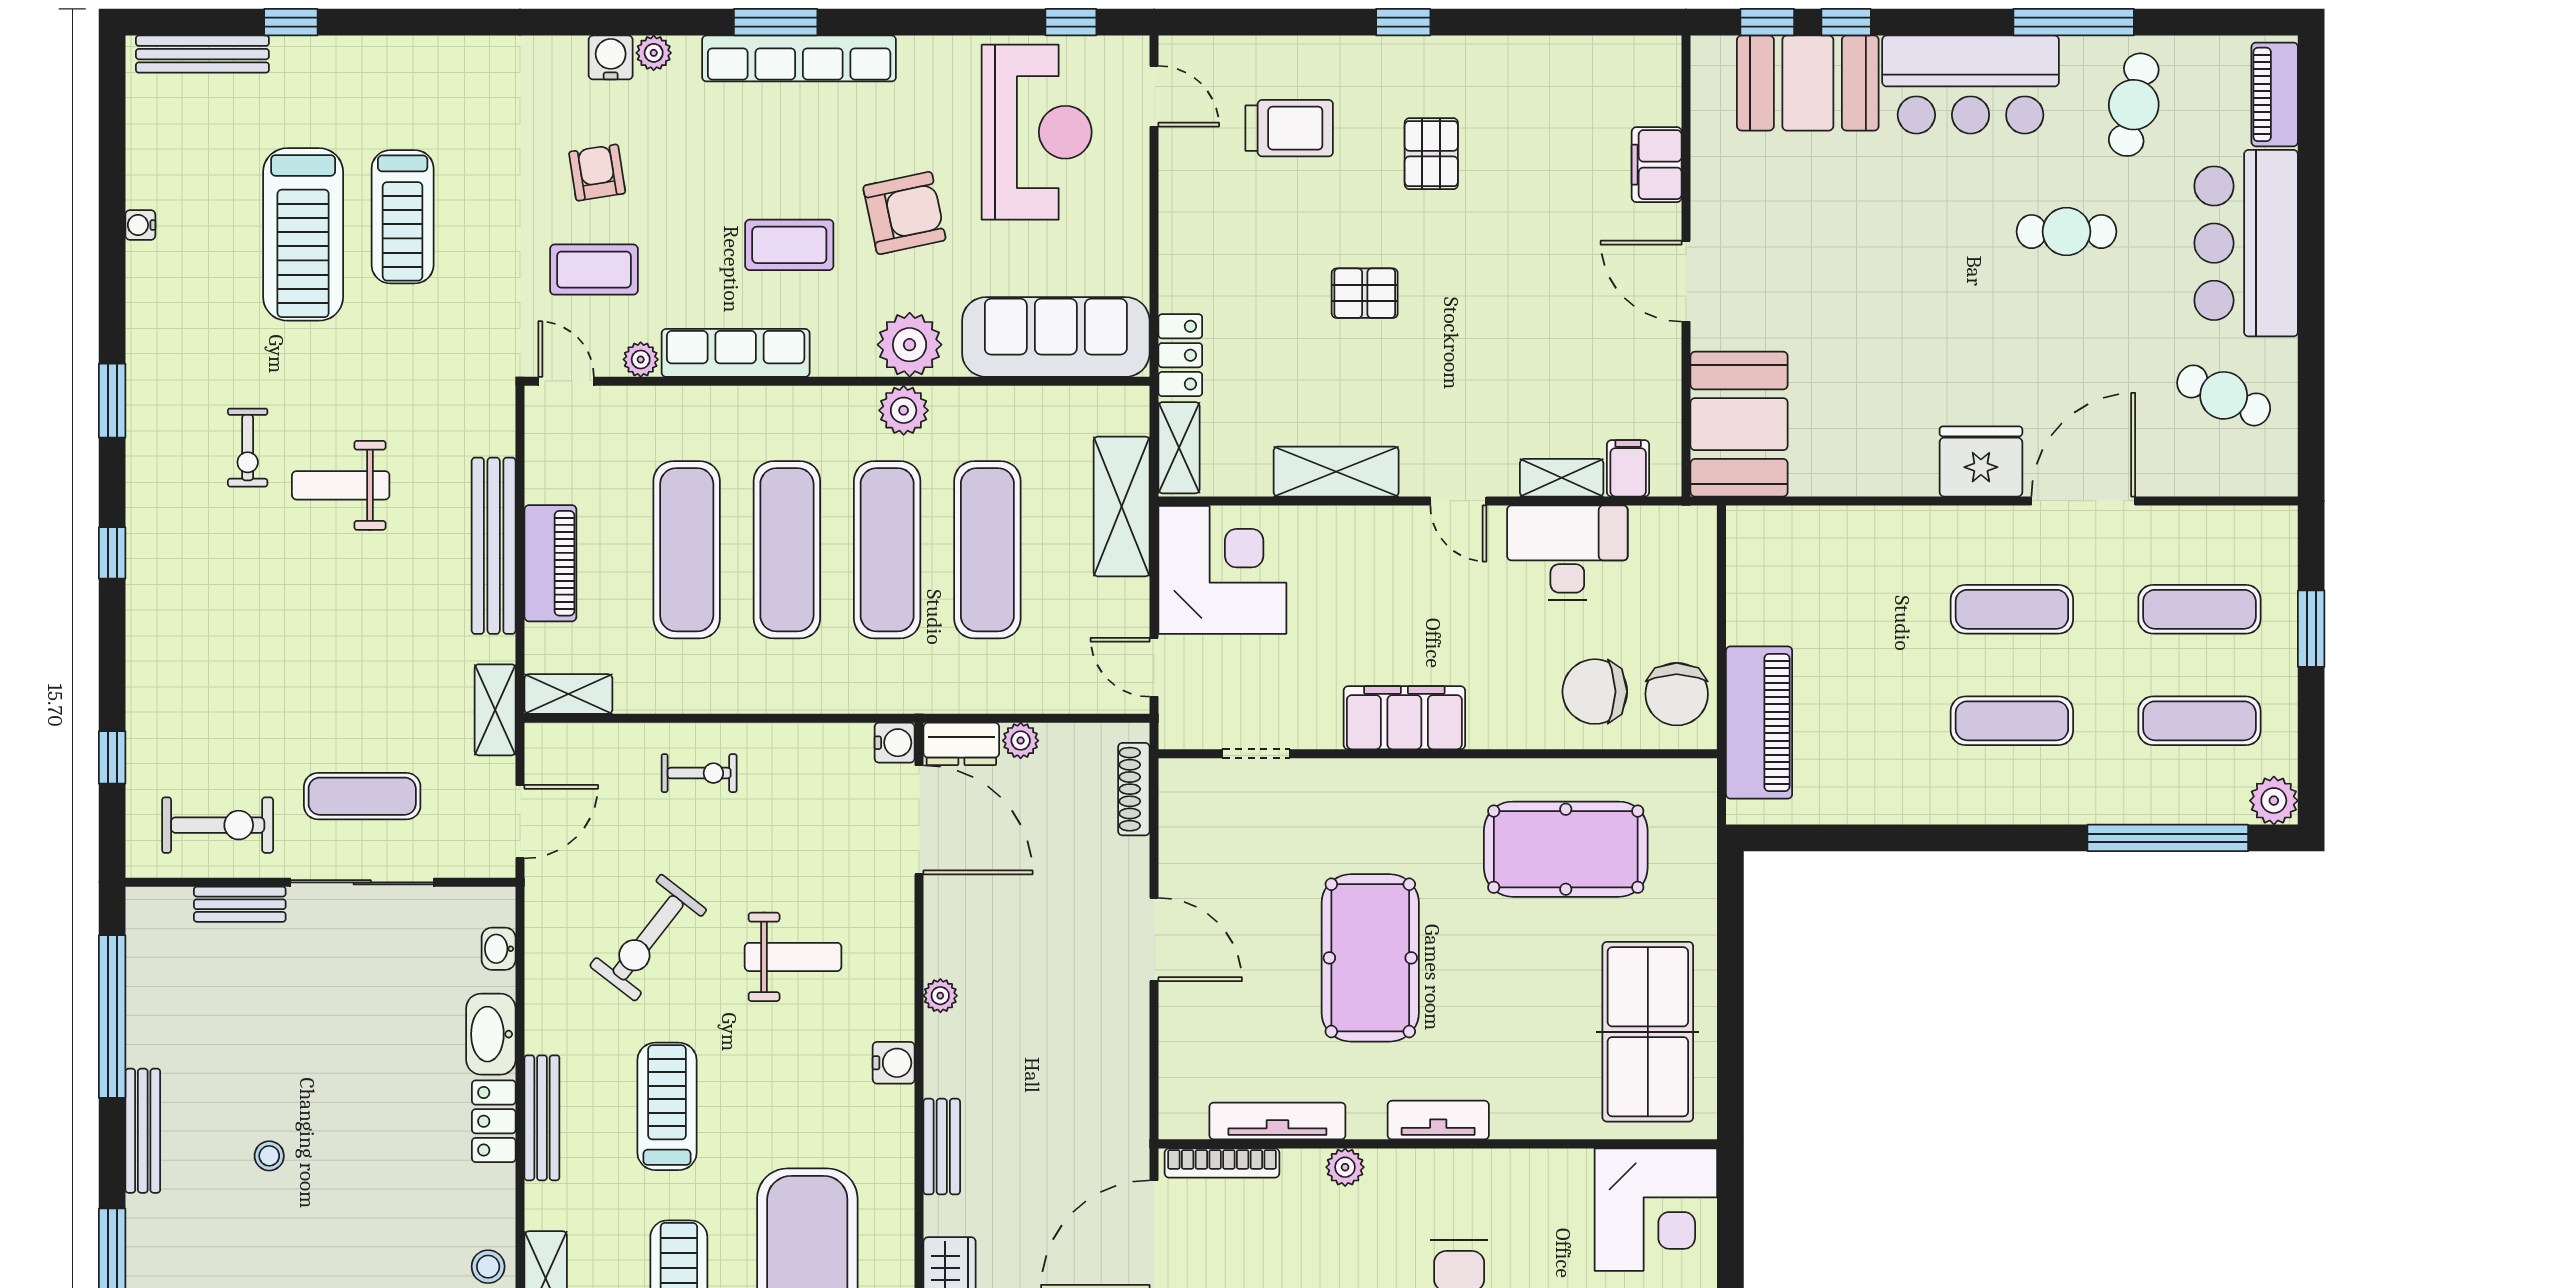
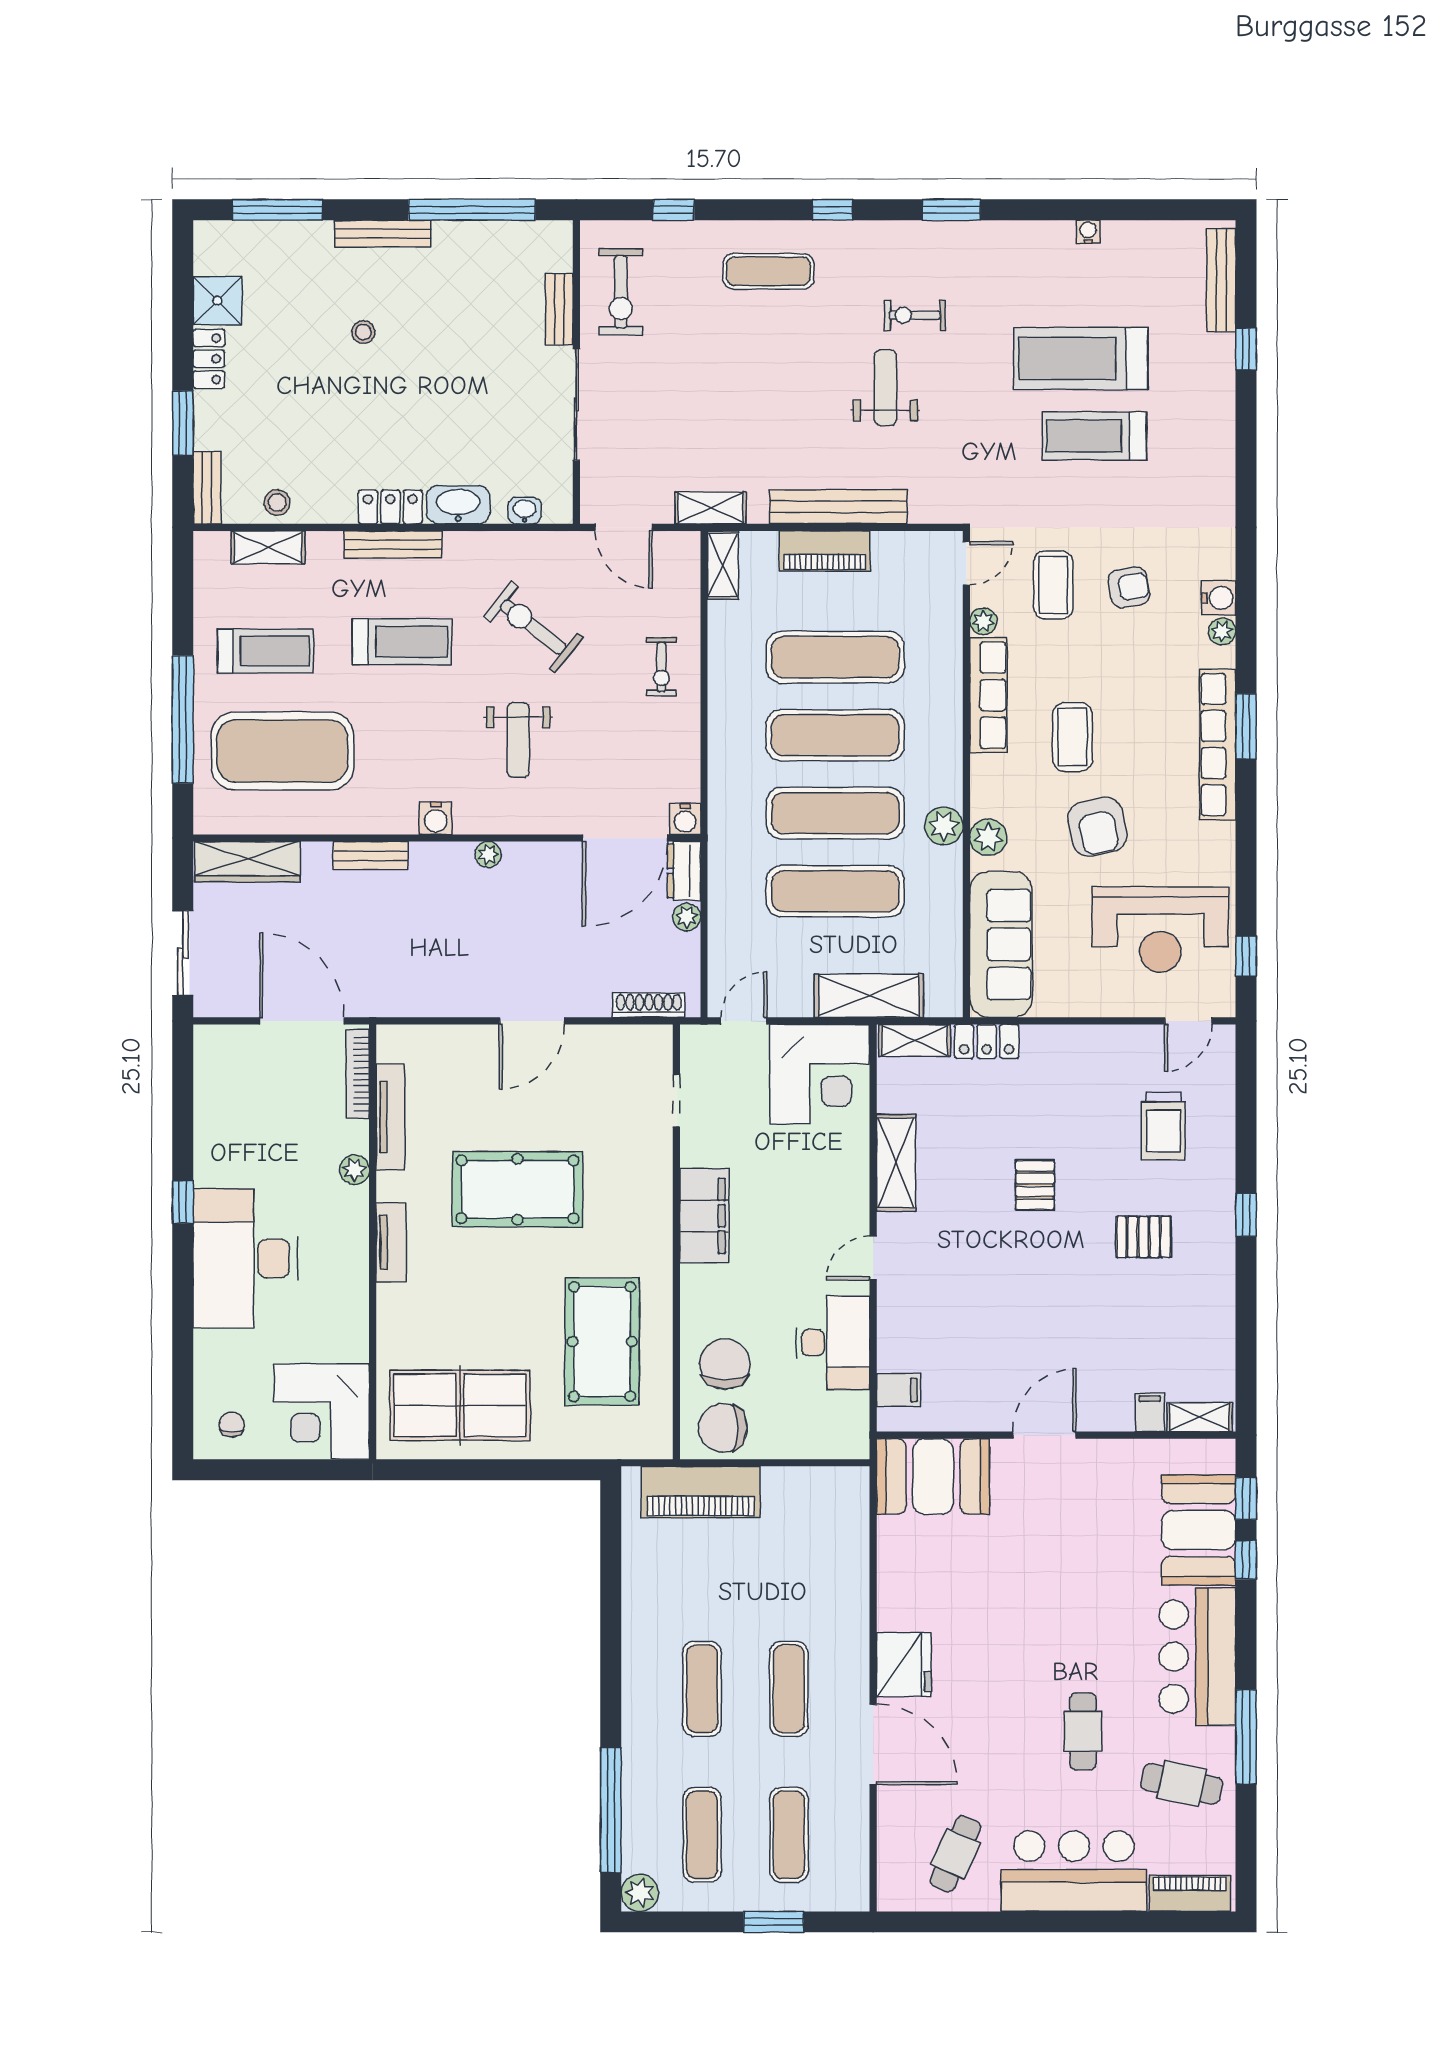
filing cabinet: (1657, 165) -> (1150, 1412), width x0.50
plant: (910, 345) -> (988, 837), width x0.73, depth x0.73
shelving: (1562, 478) -> (1200, 1417), moved, turned 90
exercise mat: (362, 796) -> (768, 271), moved, turned 90

